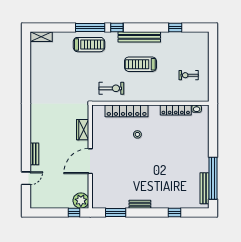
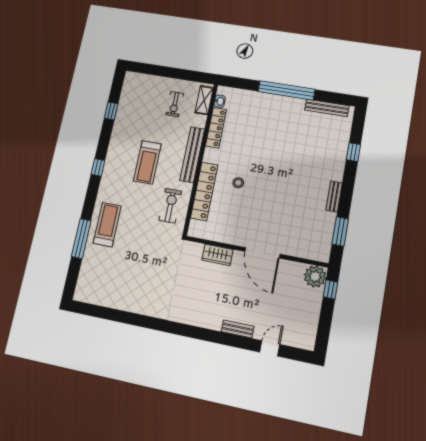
window: (90, 28) -> (81, 239), moved
window: (117, 28) -> (98, 167), moved
shelving: (41, 37) -> (204, 100), moved
bench: (139, 37) -> (192, 155), moved
door: (26, 178) -> (270, 348), hinge flipped
window: (213, 178) -> (286, 90), moved

